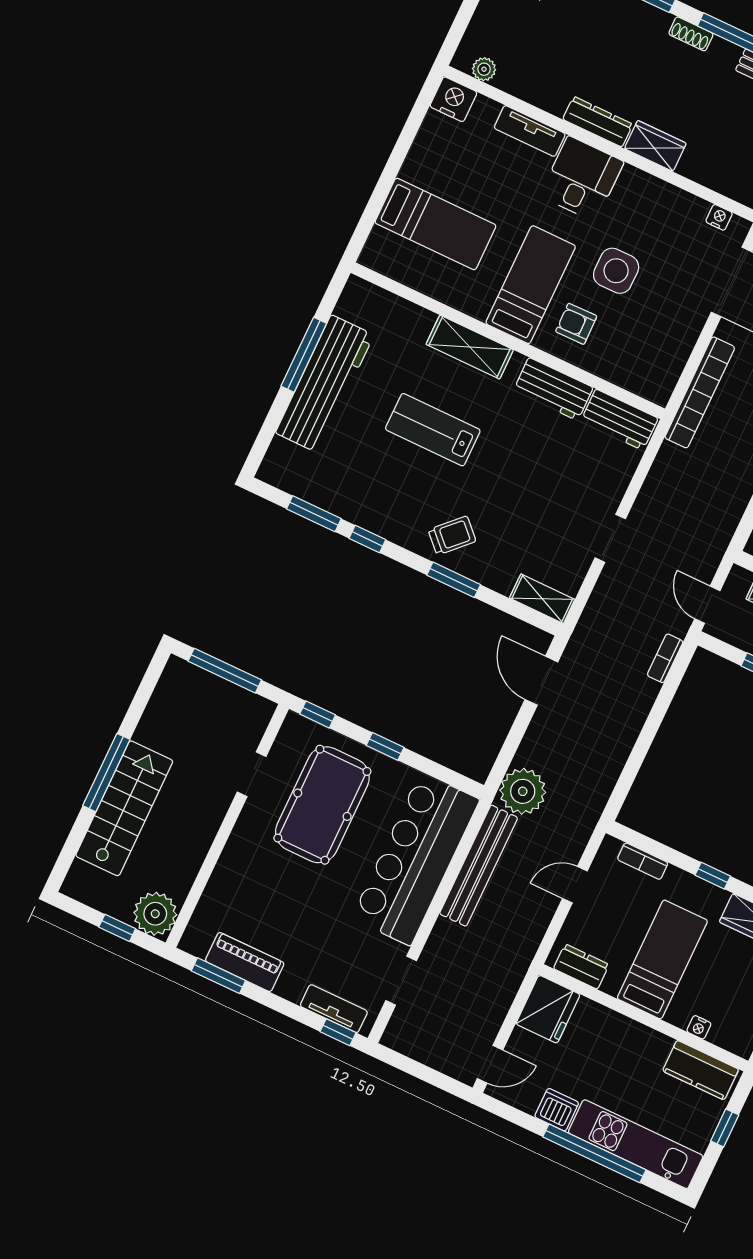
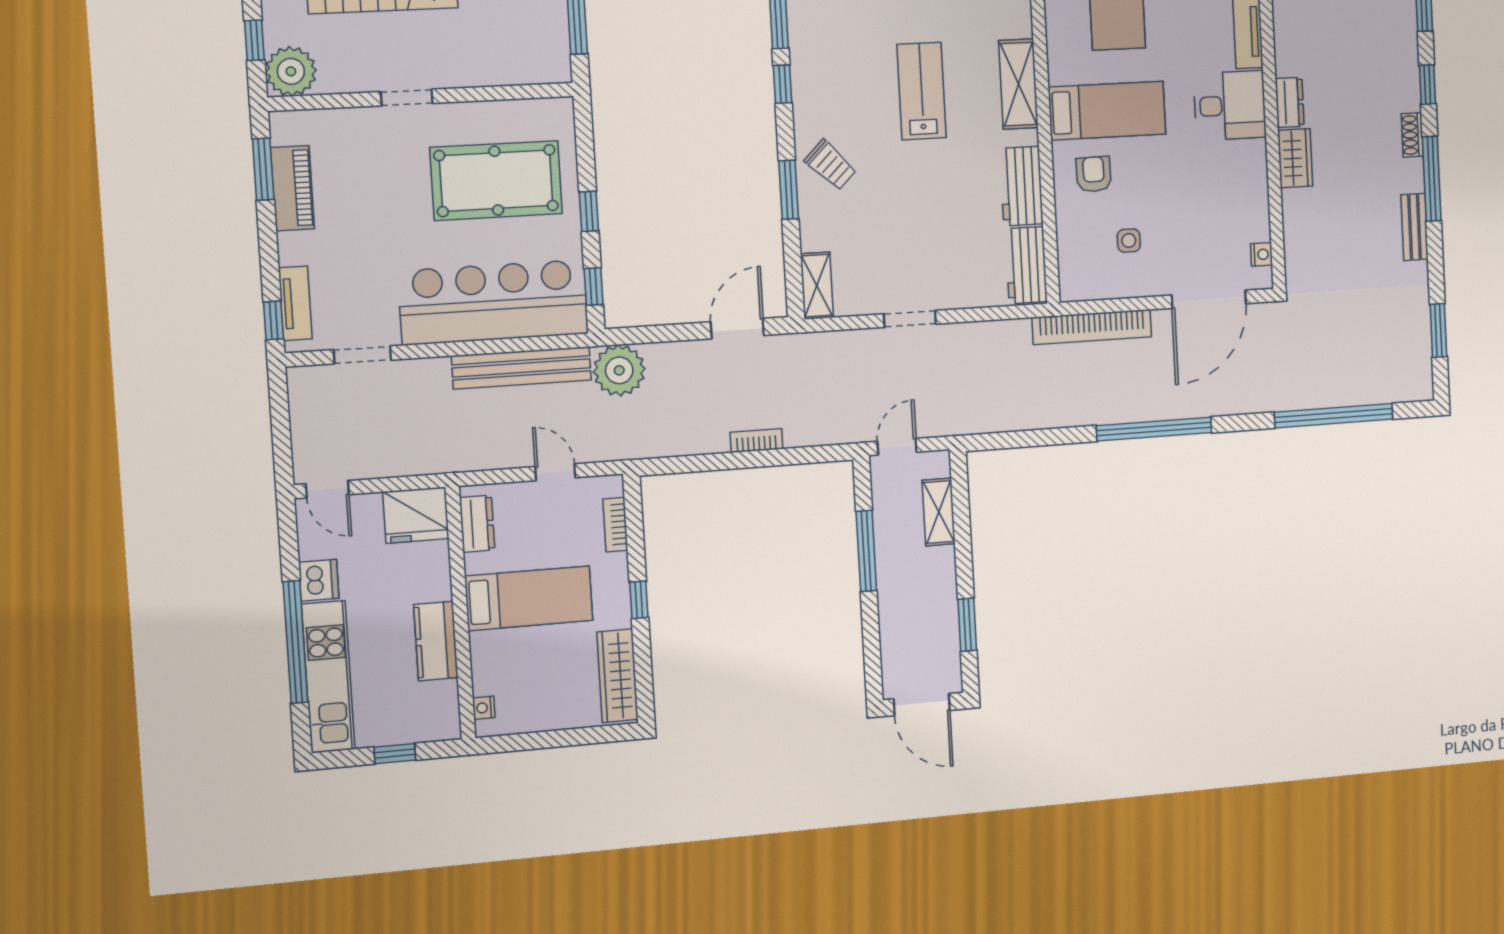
dresser: (598, 122) -> (1290, 102), width x0.70
side table: (616, 271) -> (1129, 241), moved, width x0.54, depth x0.54
bookcase: (665, 658) -> (756, 440), moved
window: (318, 714) -> (594, 287), moved
doorway: (252, 774) -> (407, 98), moved
nightstand: (699, 1027) -> (484, 708), moved
kitchen counter: (701, 1070) -> (436, 641), moved

